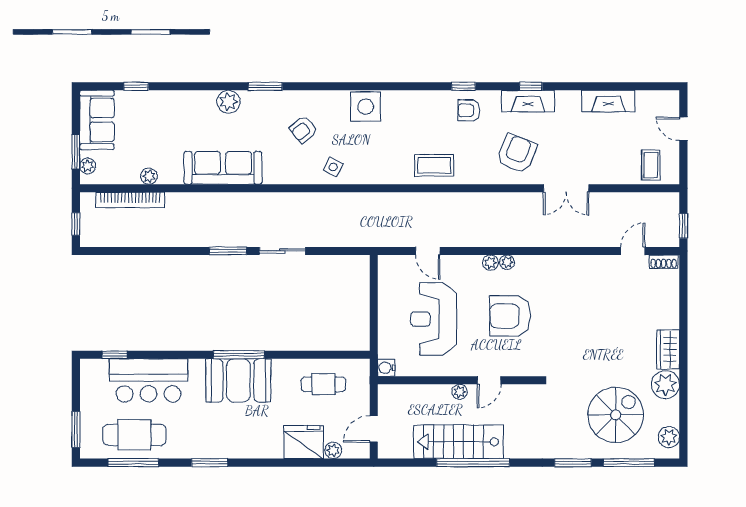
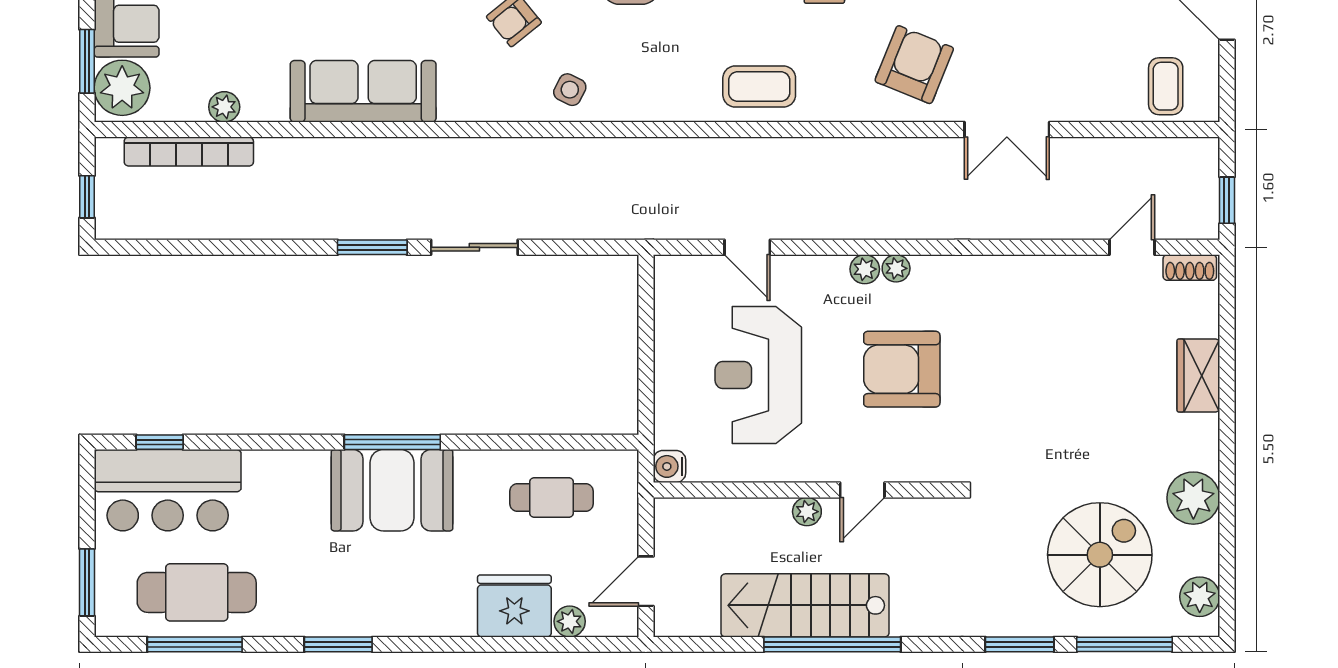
plant: (88, 166) -> (122, 88), width x1.88, depth x1.88
wardrobe: (668, 349) -> (1198, 375), moved
bar counter: (149, 380) -> (168, 490), moved

